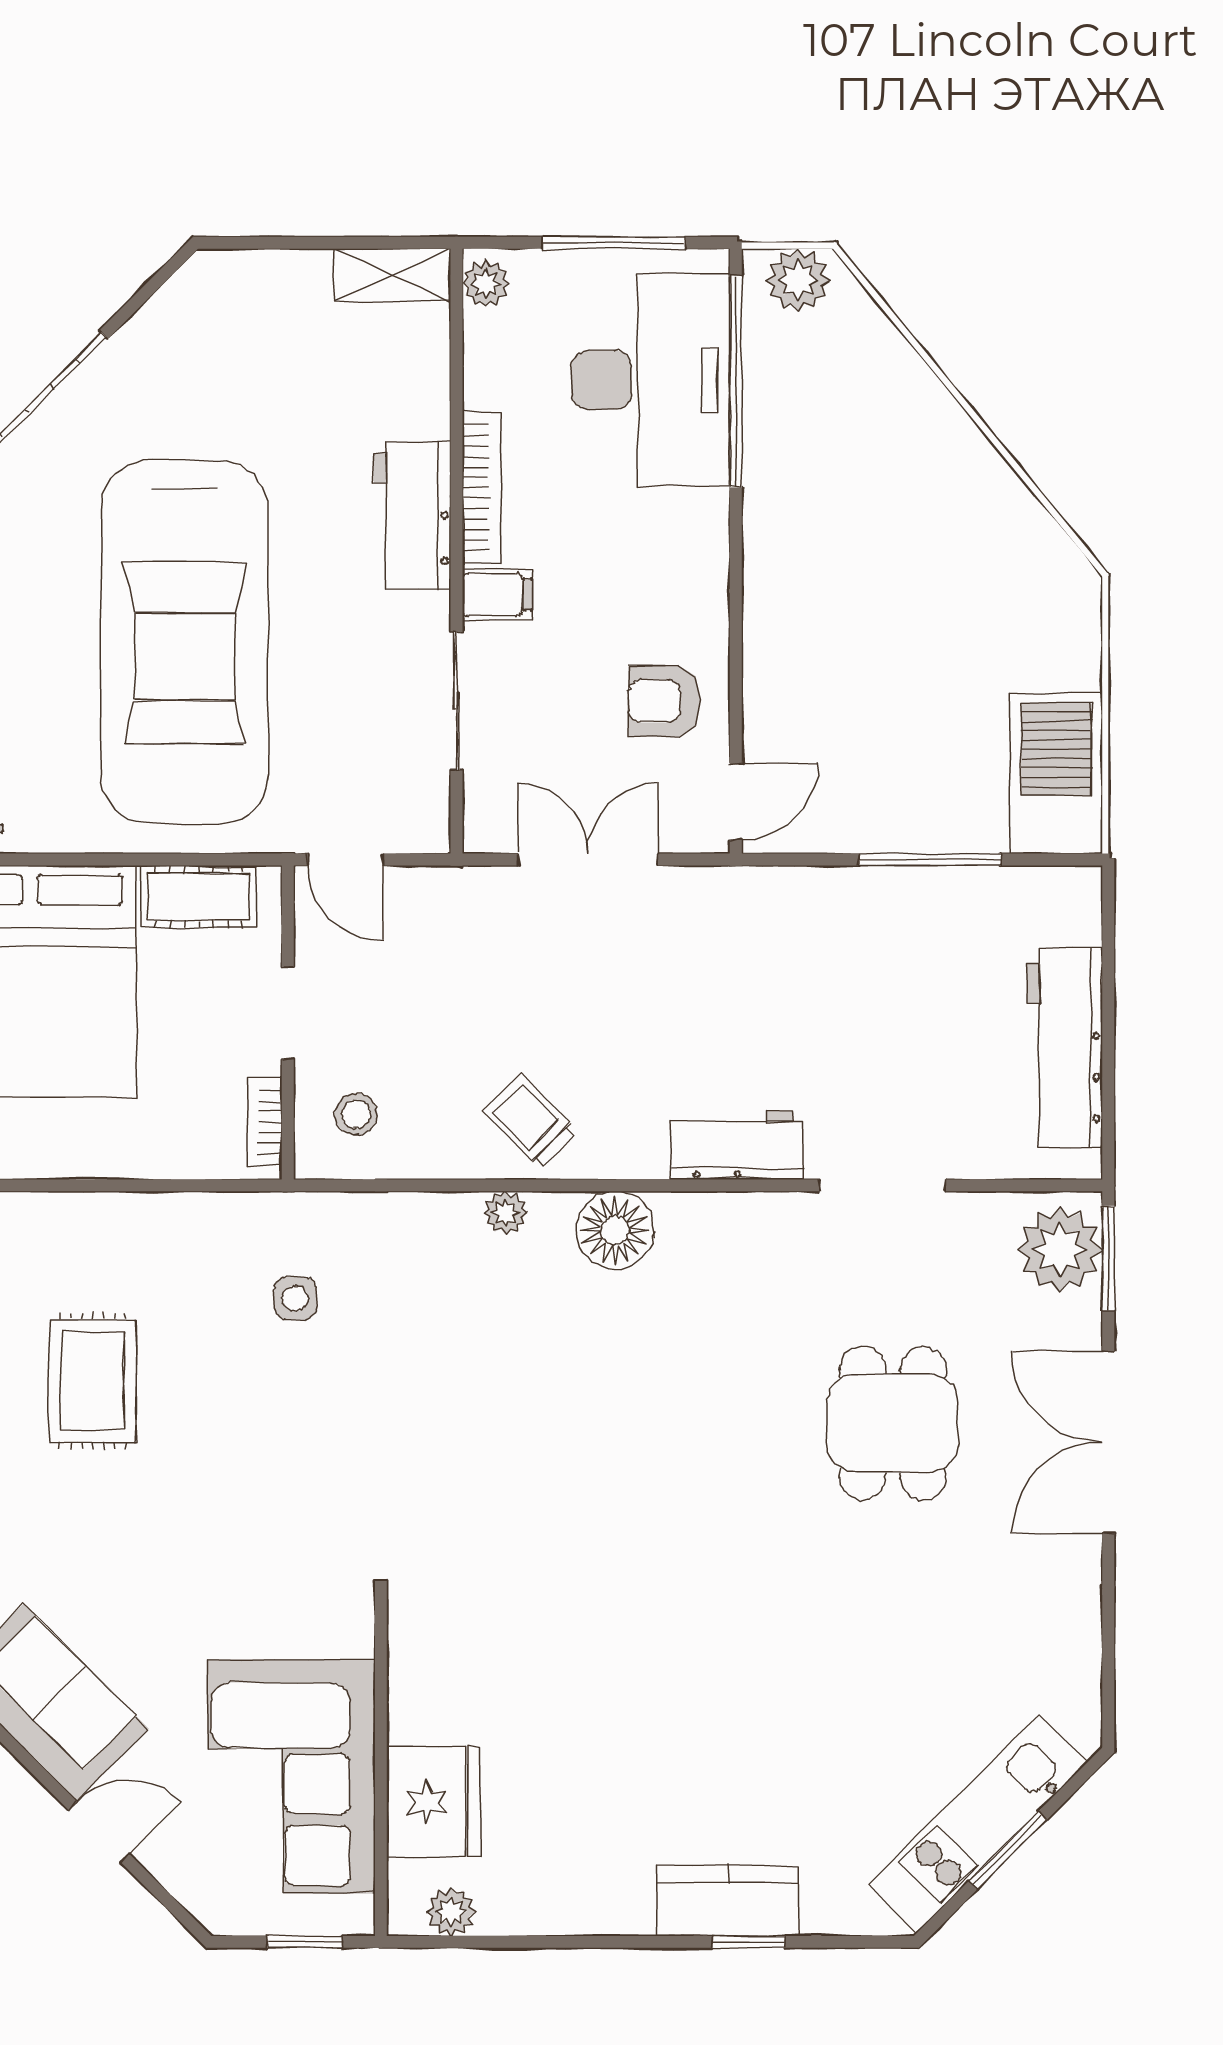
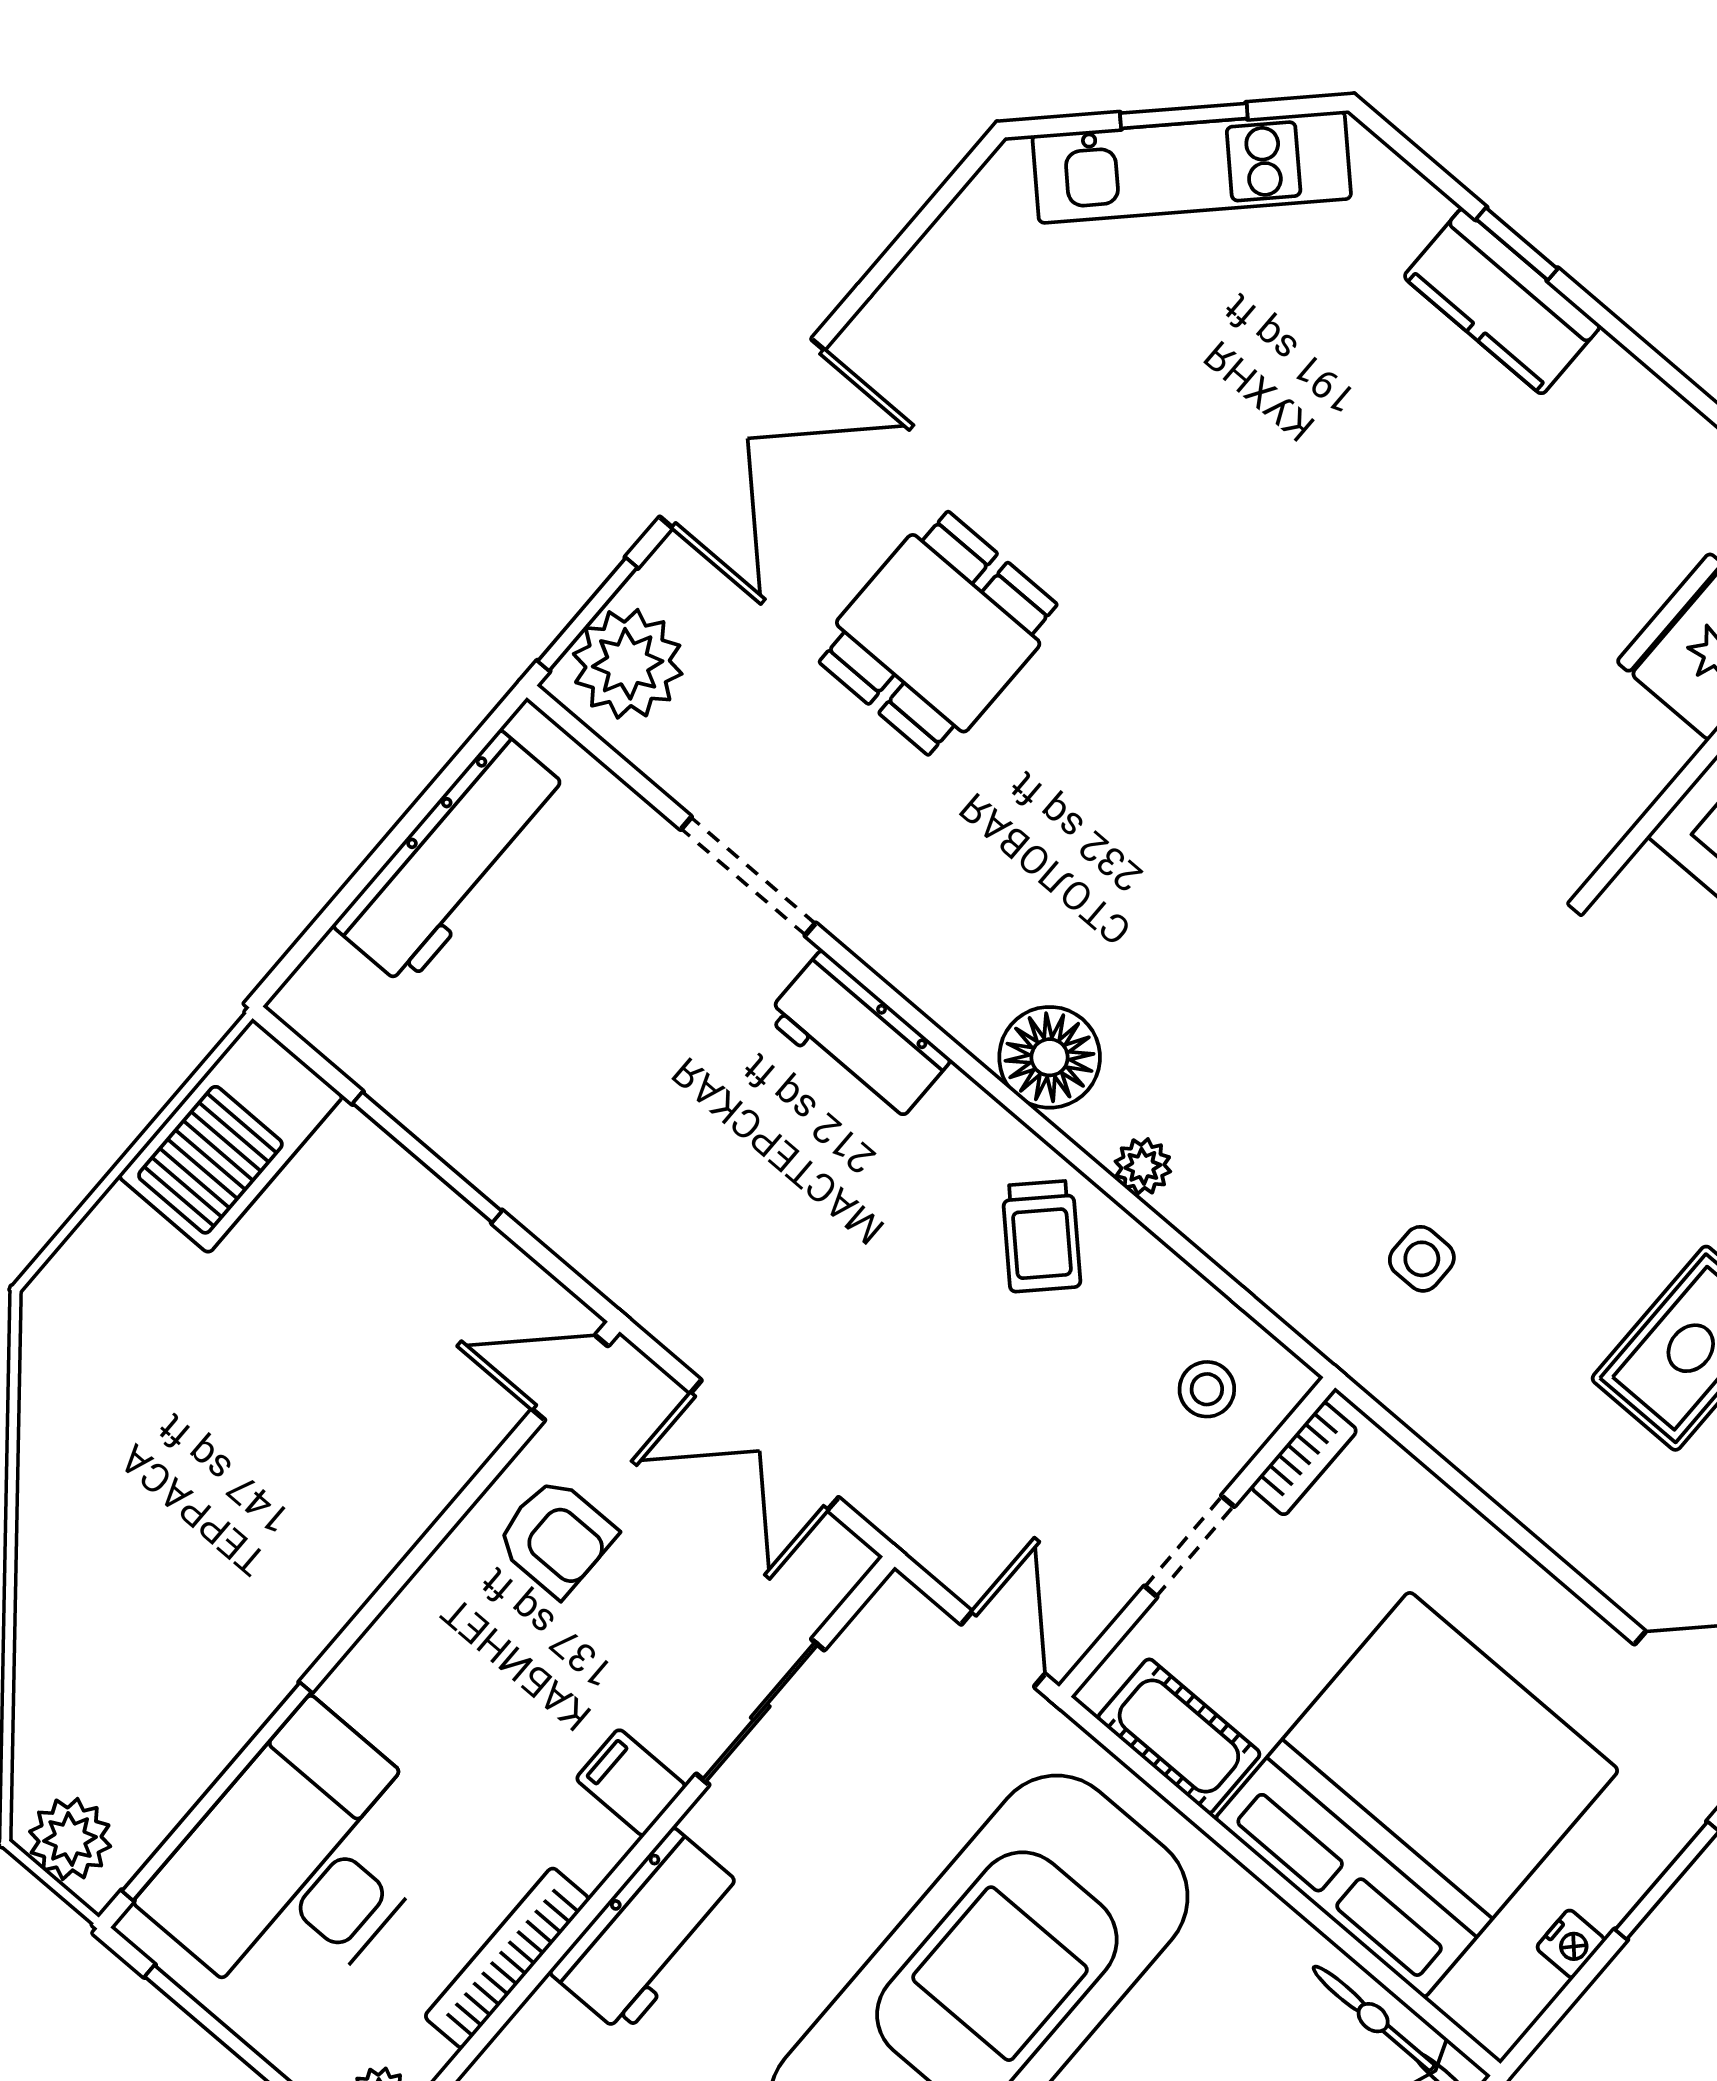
bookcase: (482, 487) -> (507, 1958), moved

